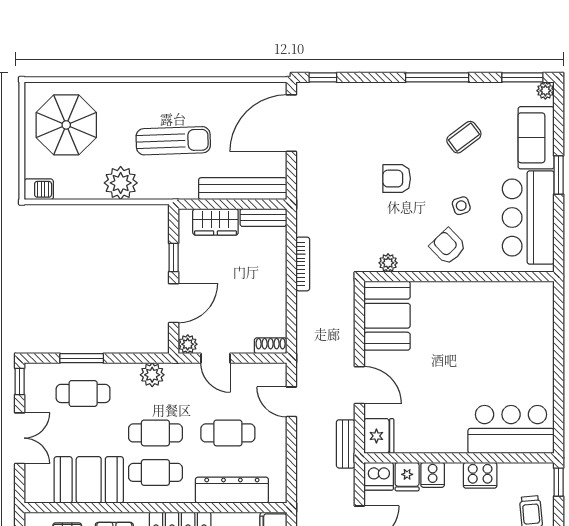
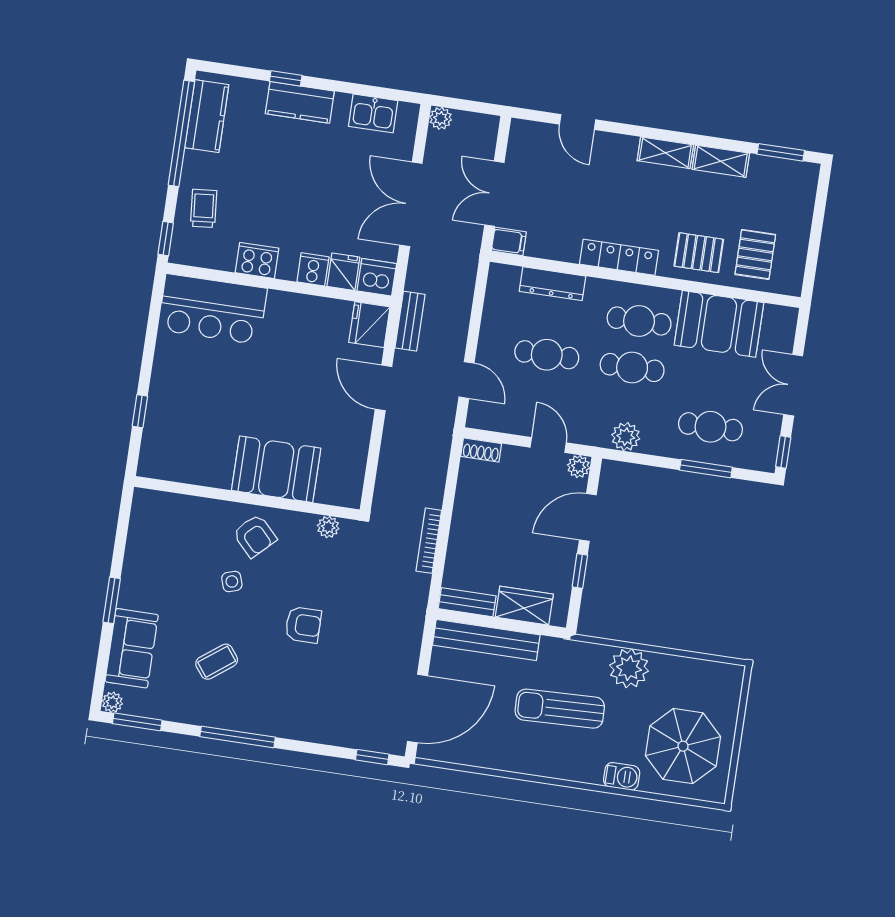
barbecue: (39, 189) -> (622, 776), moved, turned 180
bar counter: (528, 217) -> (155, 556), removed
booth: (387, 316) -> (276, 469), moved, turned 90
window: (559, 336) -> (140, 411), added
dresser: (232, 490) -> (553, 284), width x0.73, depth x0.80

